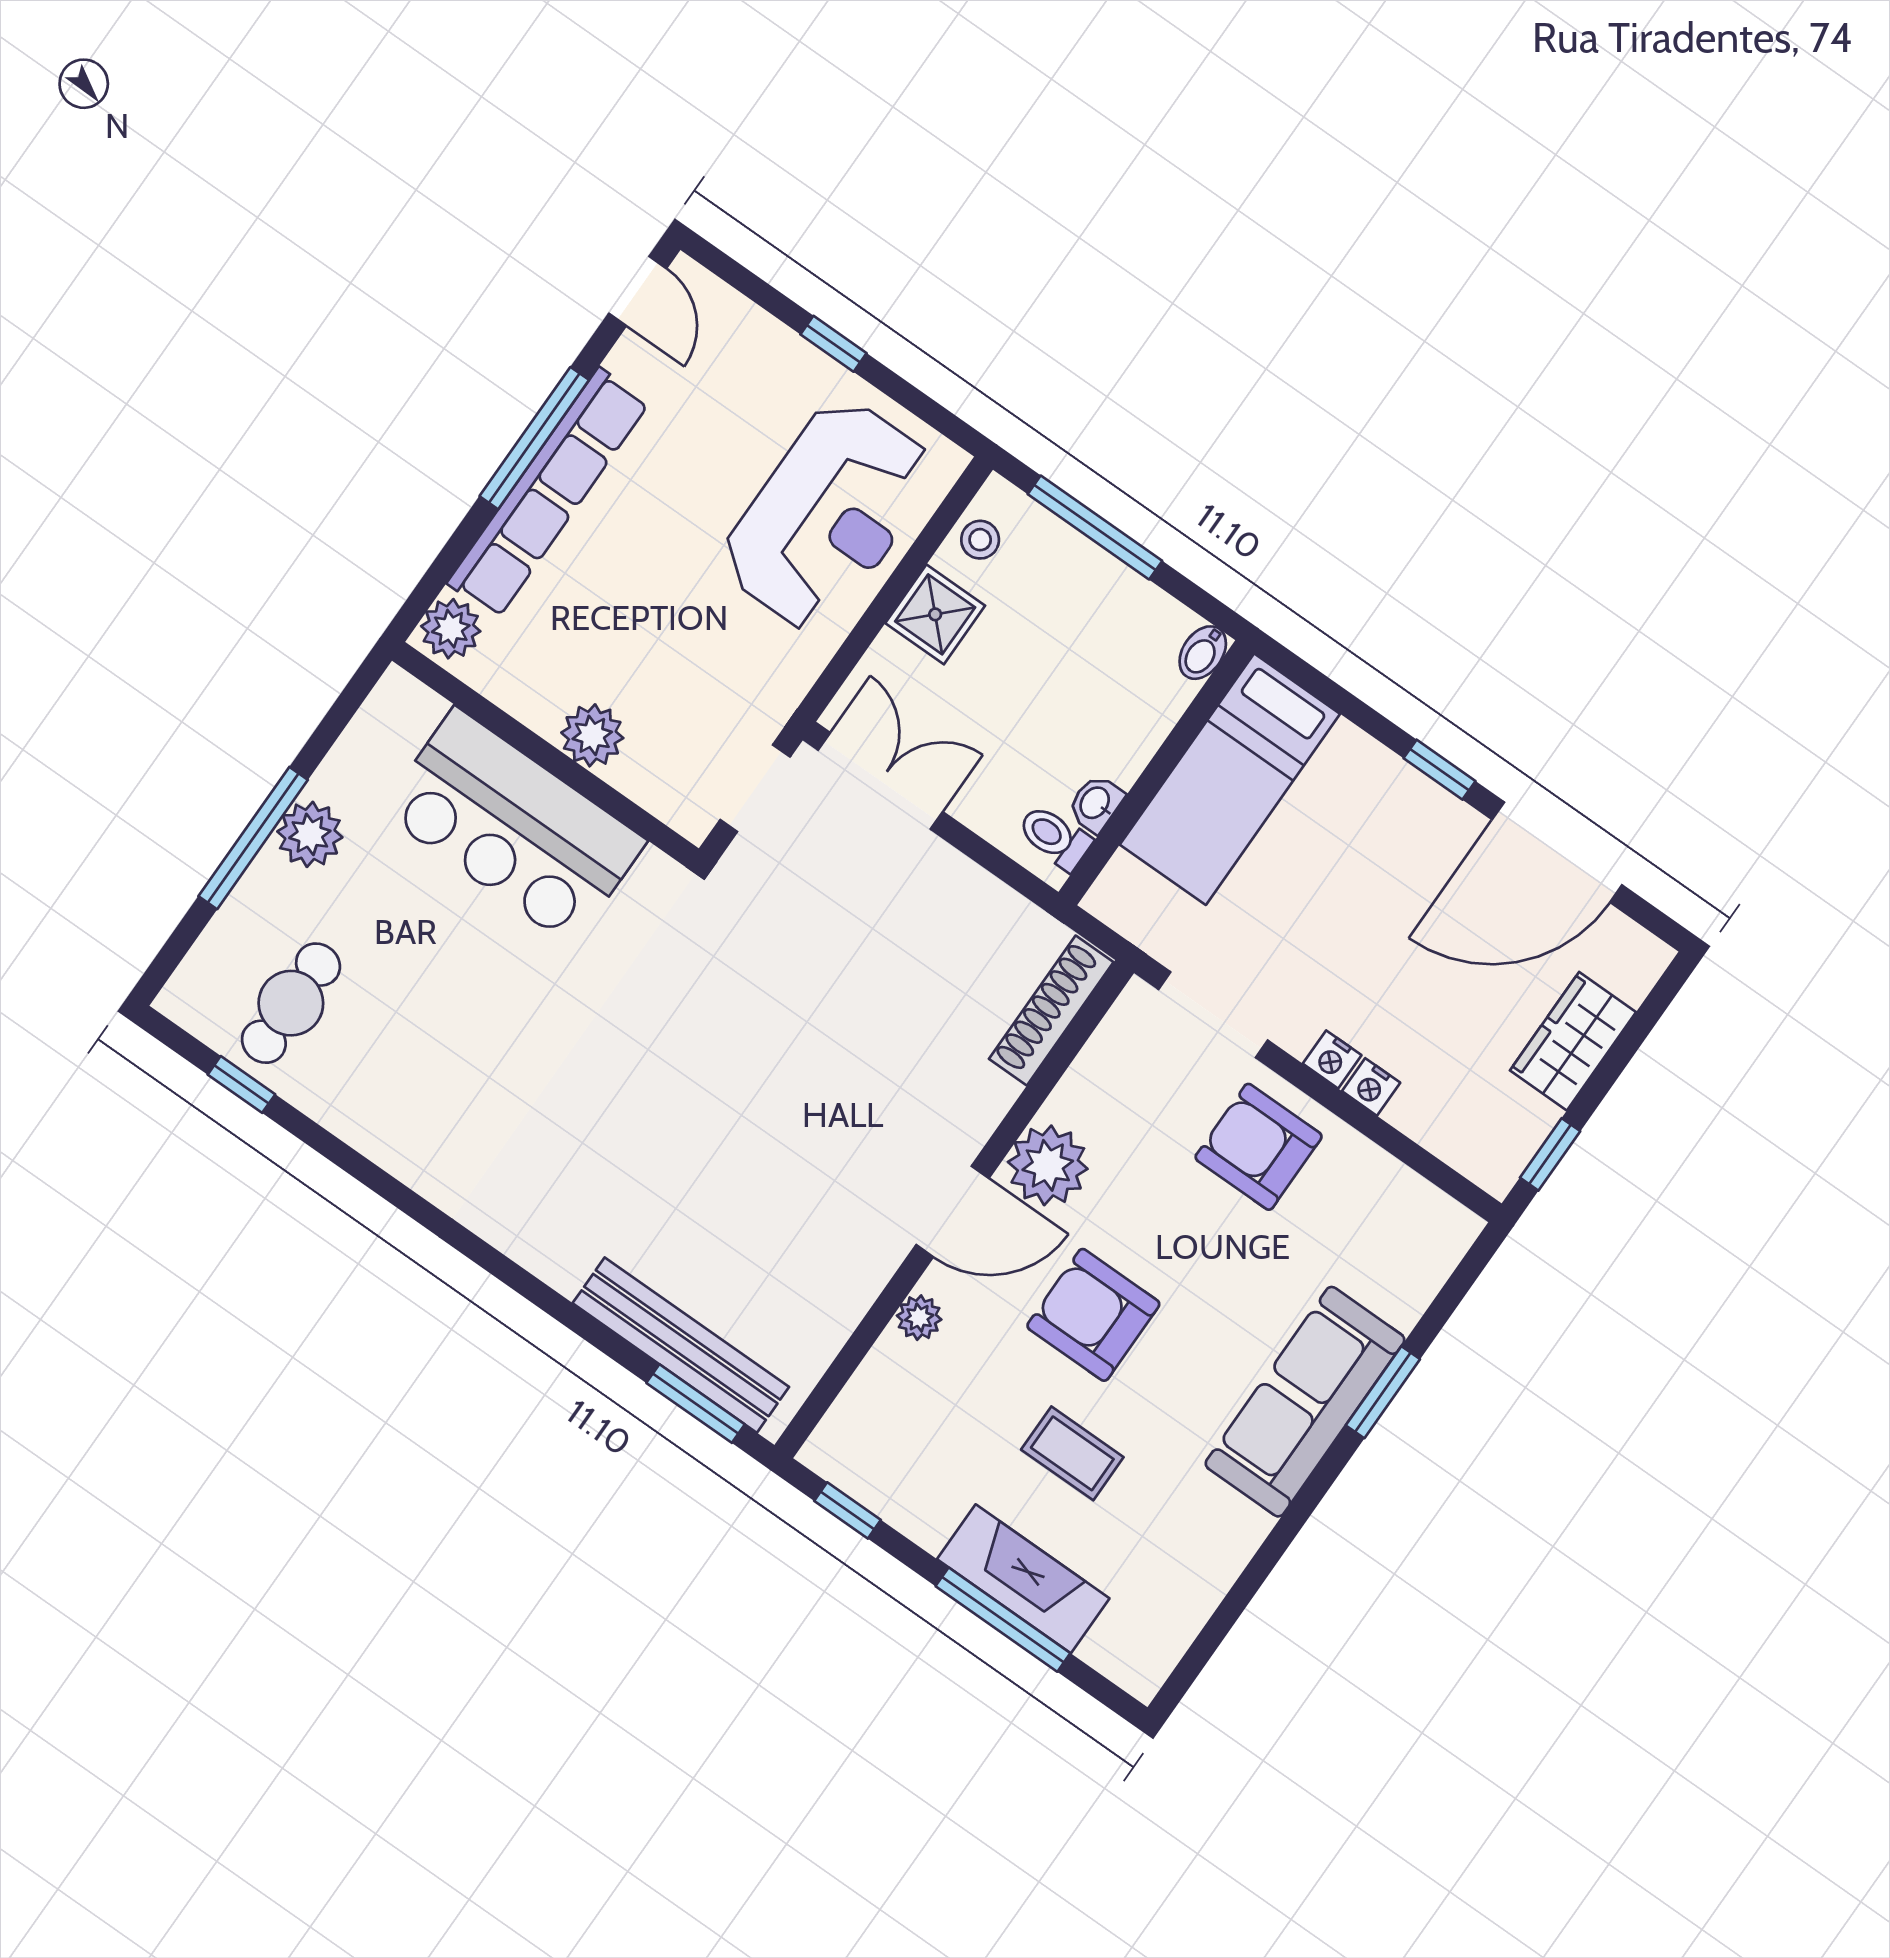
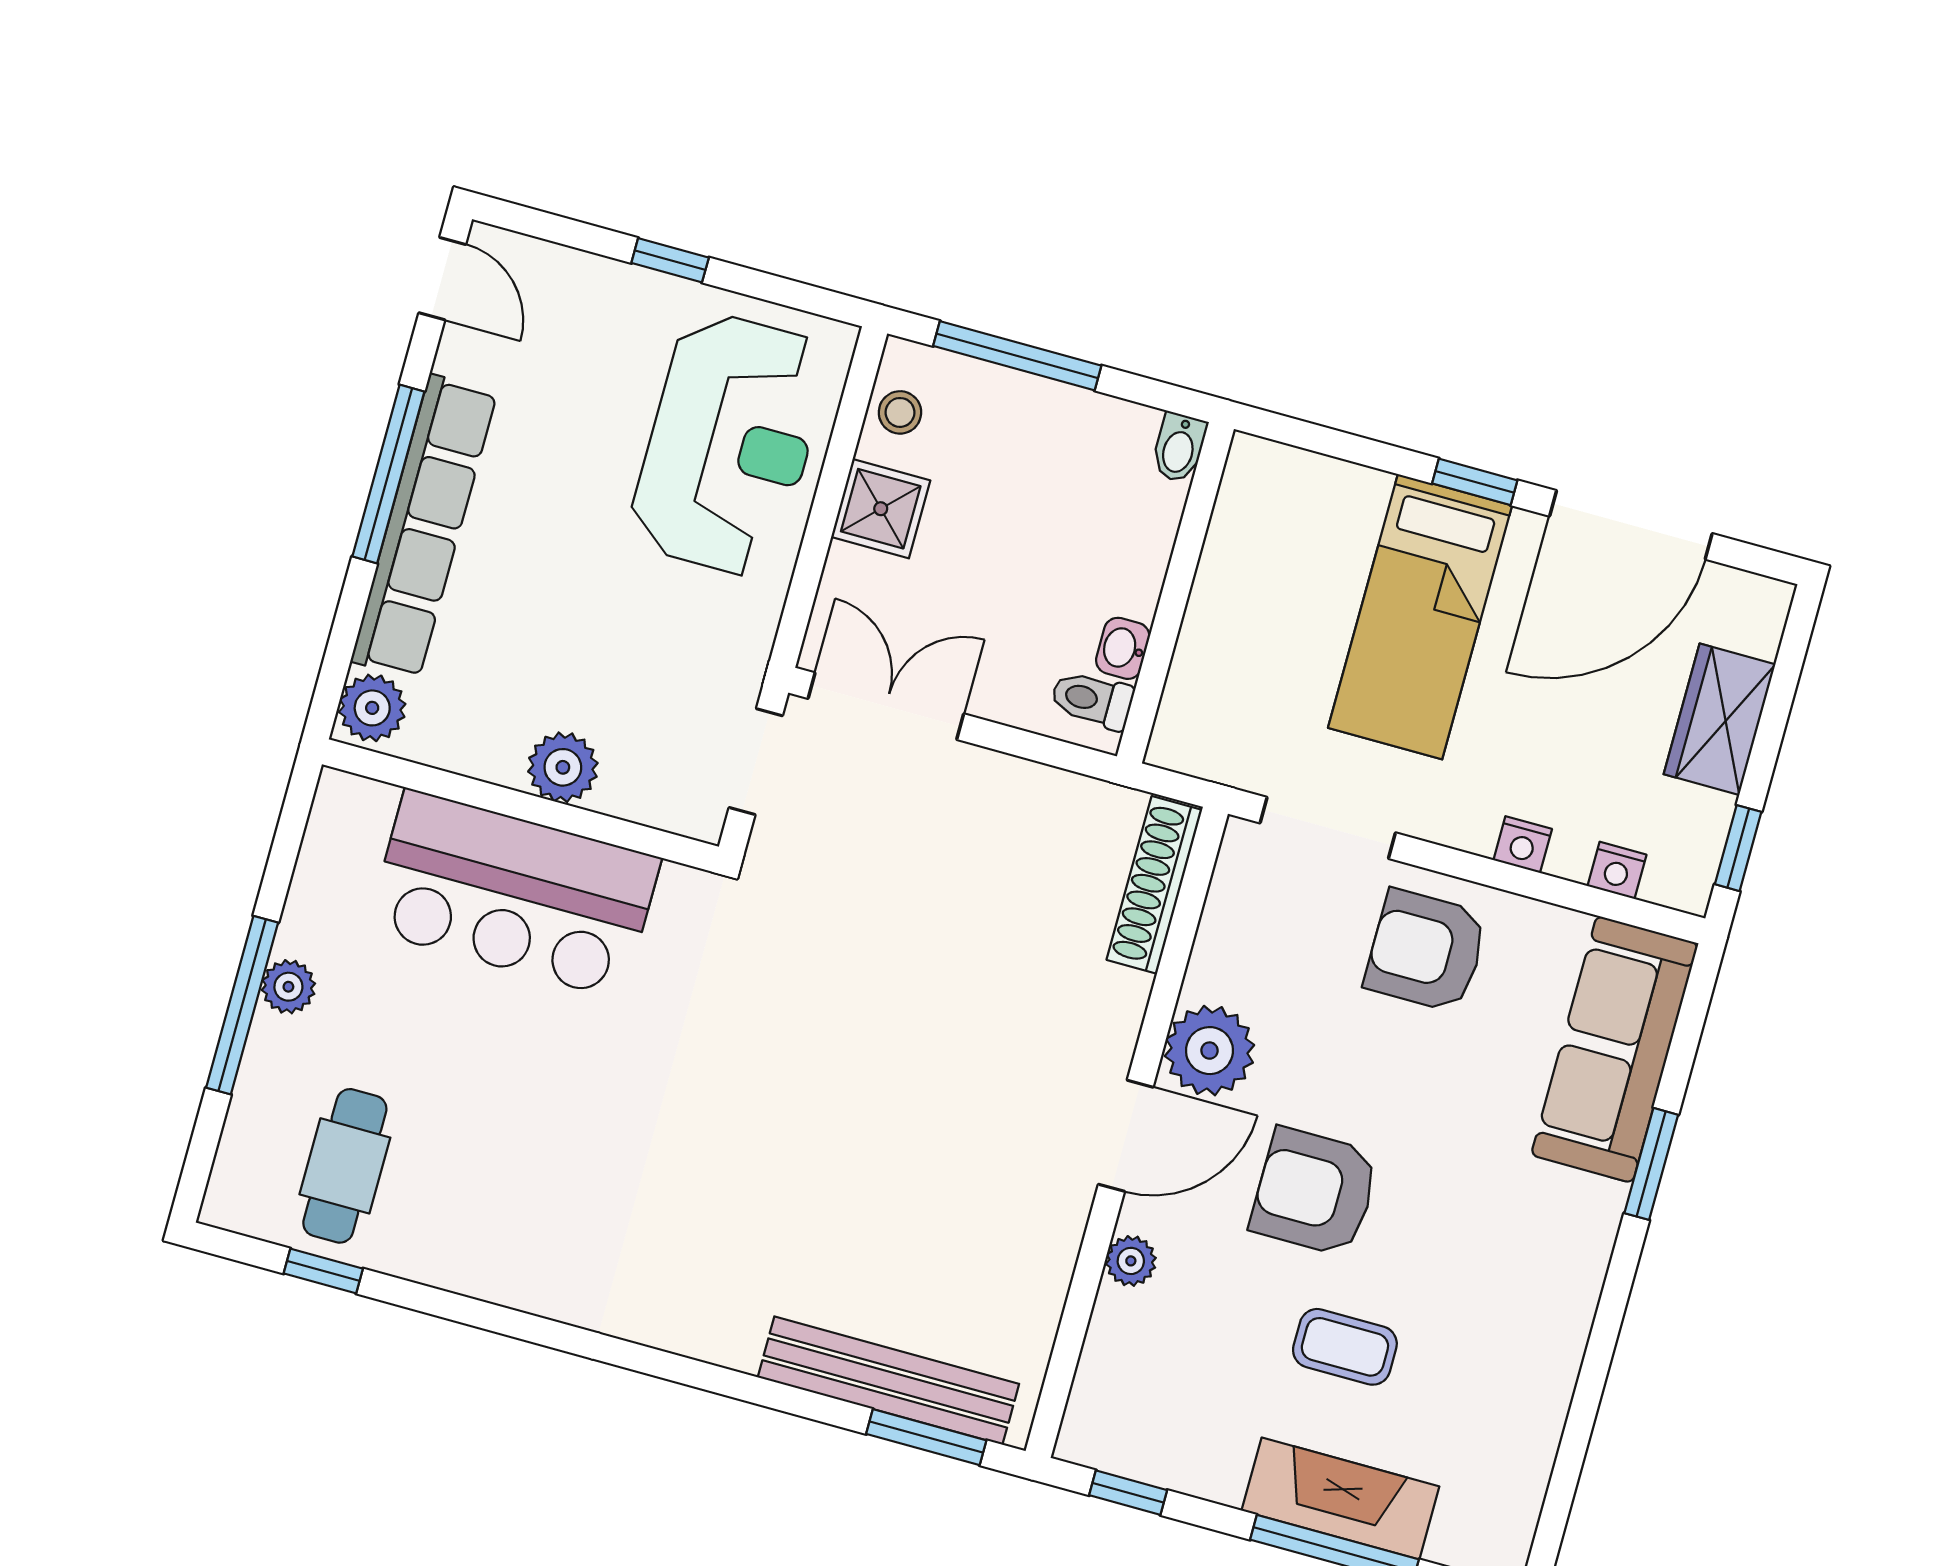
bed: (1230, 779) -> (1420, 617), moved
plant: (310, 834) -> (288, 987), width x0.73, depth x0.73
nightstand: (1332, 1059) -> (1617, 870), moved
sofa: (1305, 1402) -> (1615, 1049), moved

